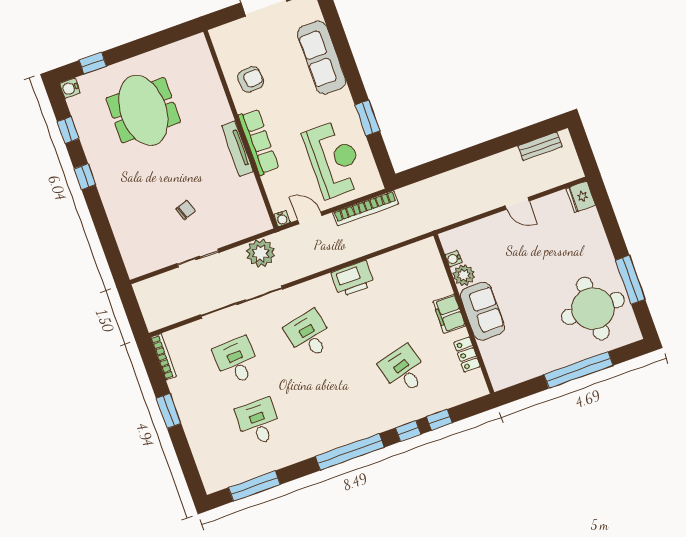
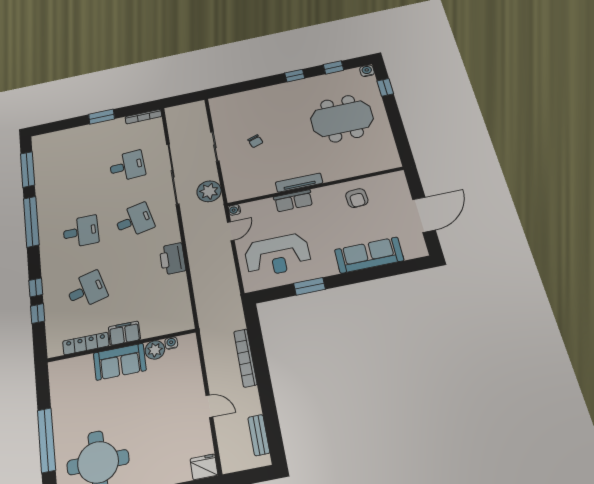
row of seats: (259, 142) -> (293, 201), width x0.68
door: (517, 203) -> (209, 406), swing flipped
bookcase: (366, 208) -> (245, 358), moved
locker: (467, 355) -> (86, 343), width x1.53
desk: (258, 422) -> (81, 232), moved
window: (350, 452) -> (31, 222), moved

